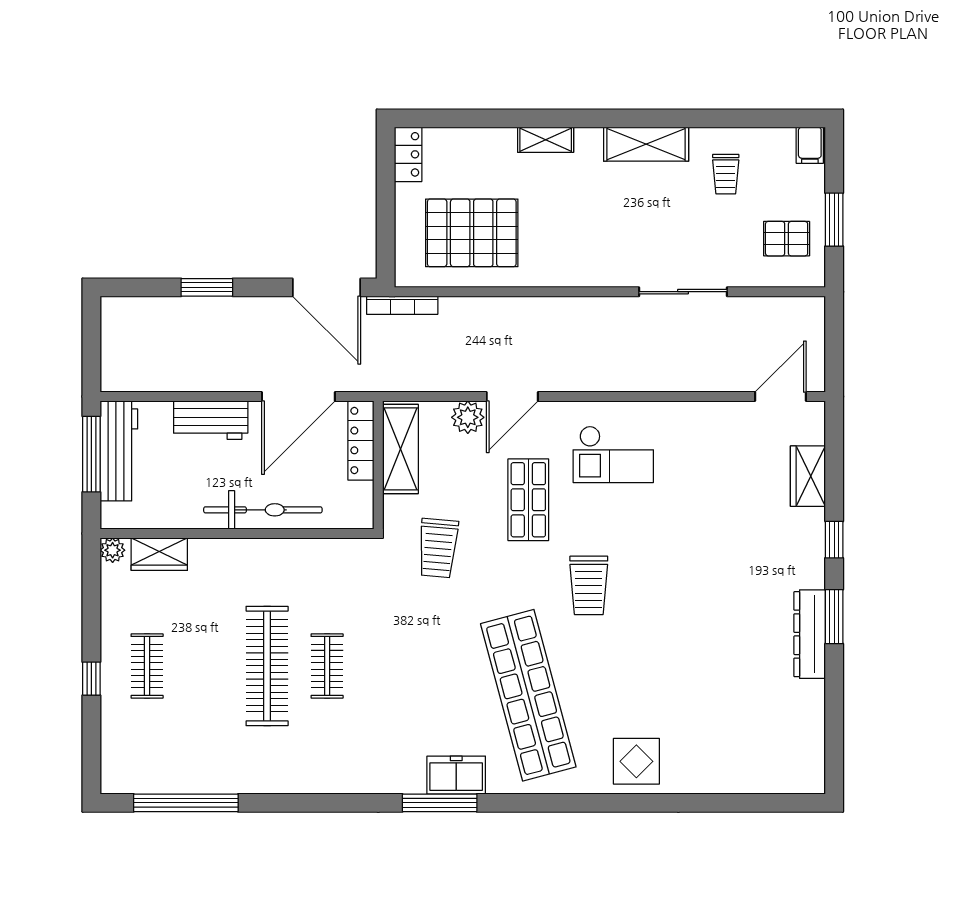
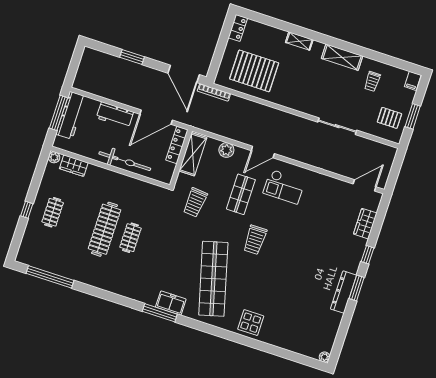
door: (512, 397) -> (263, 152), moved
plant: (814, 783) -> (324, 357), added

